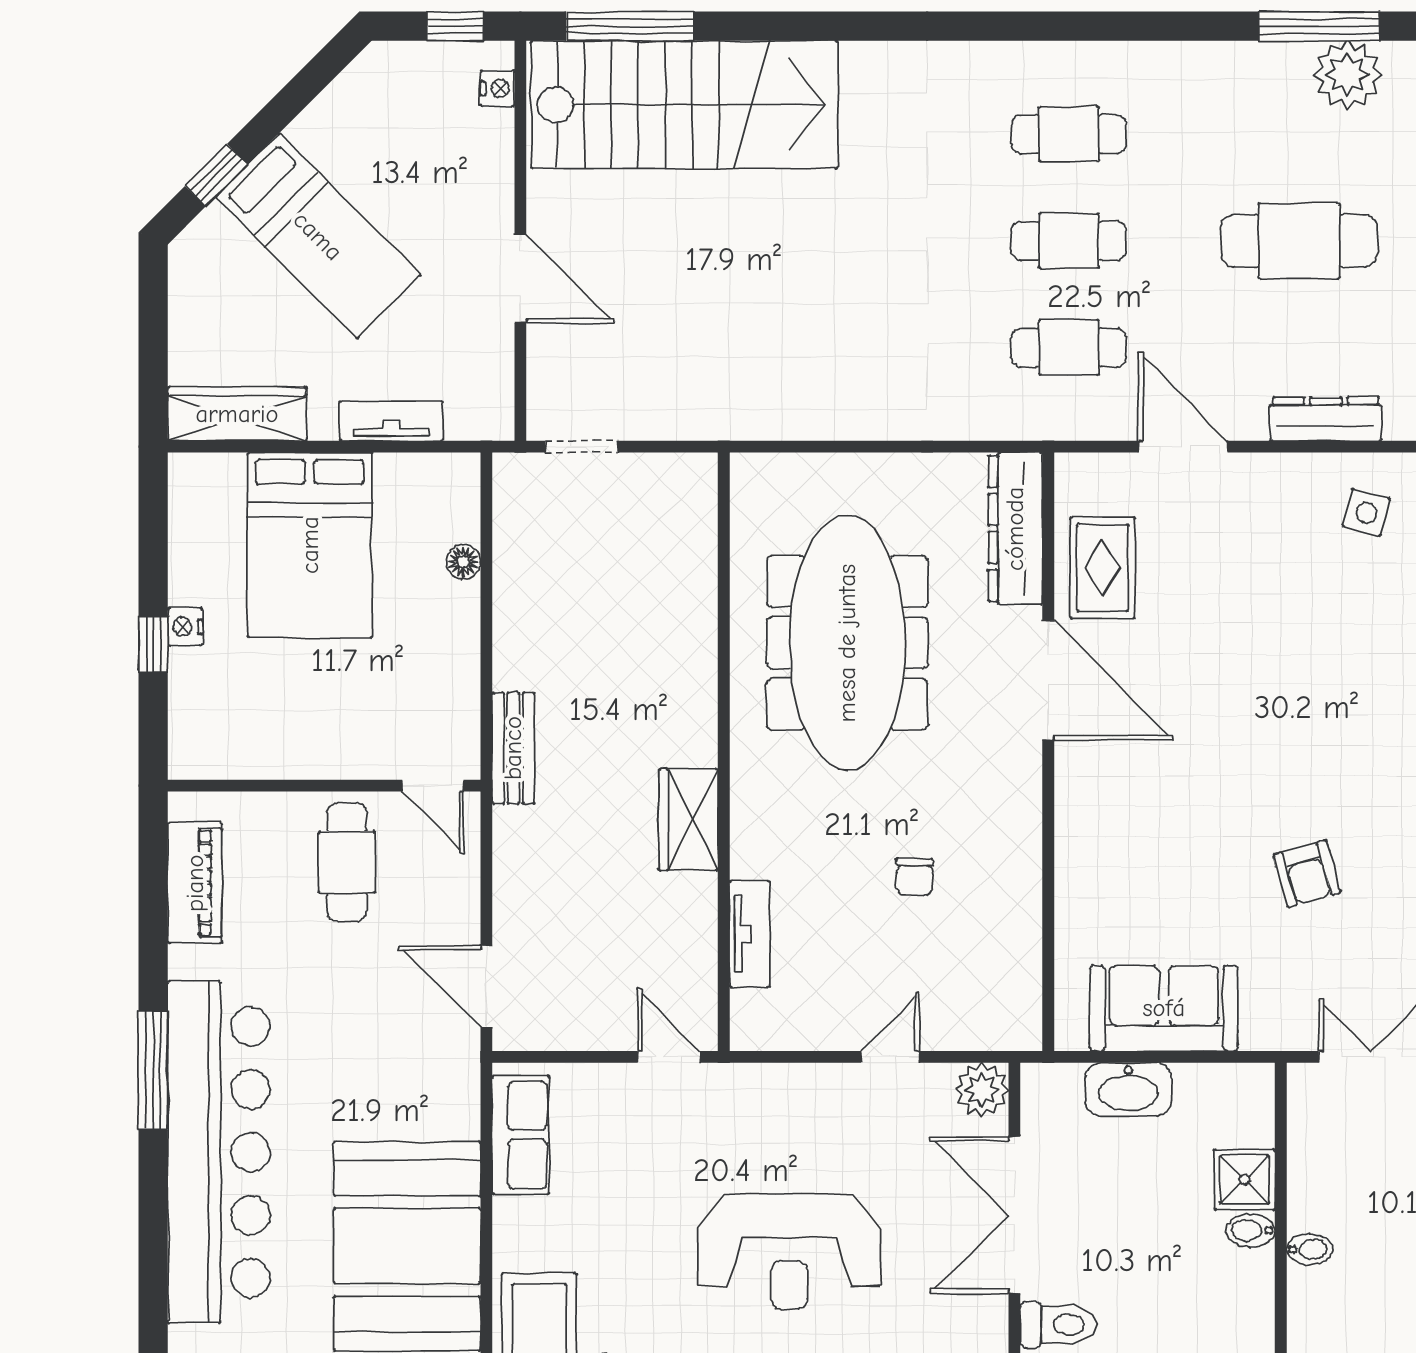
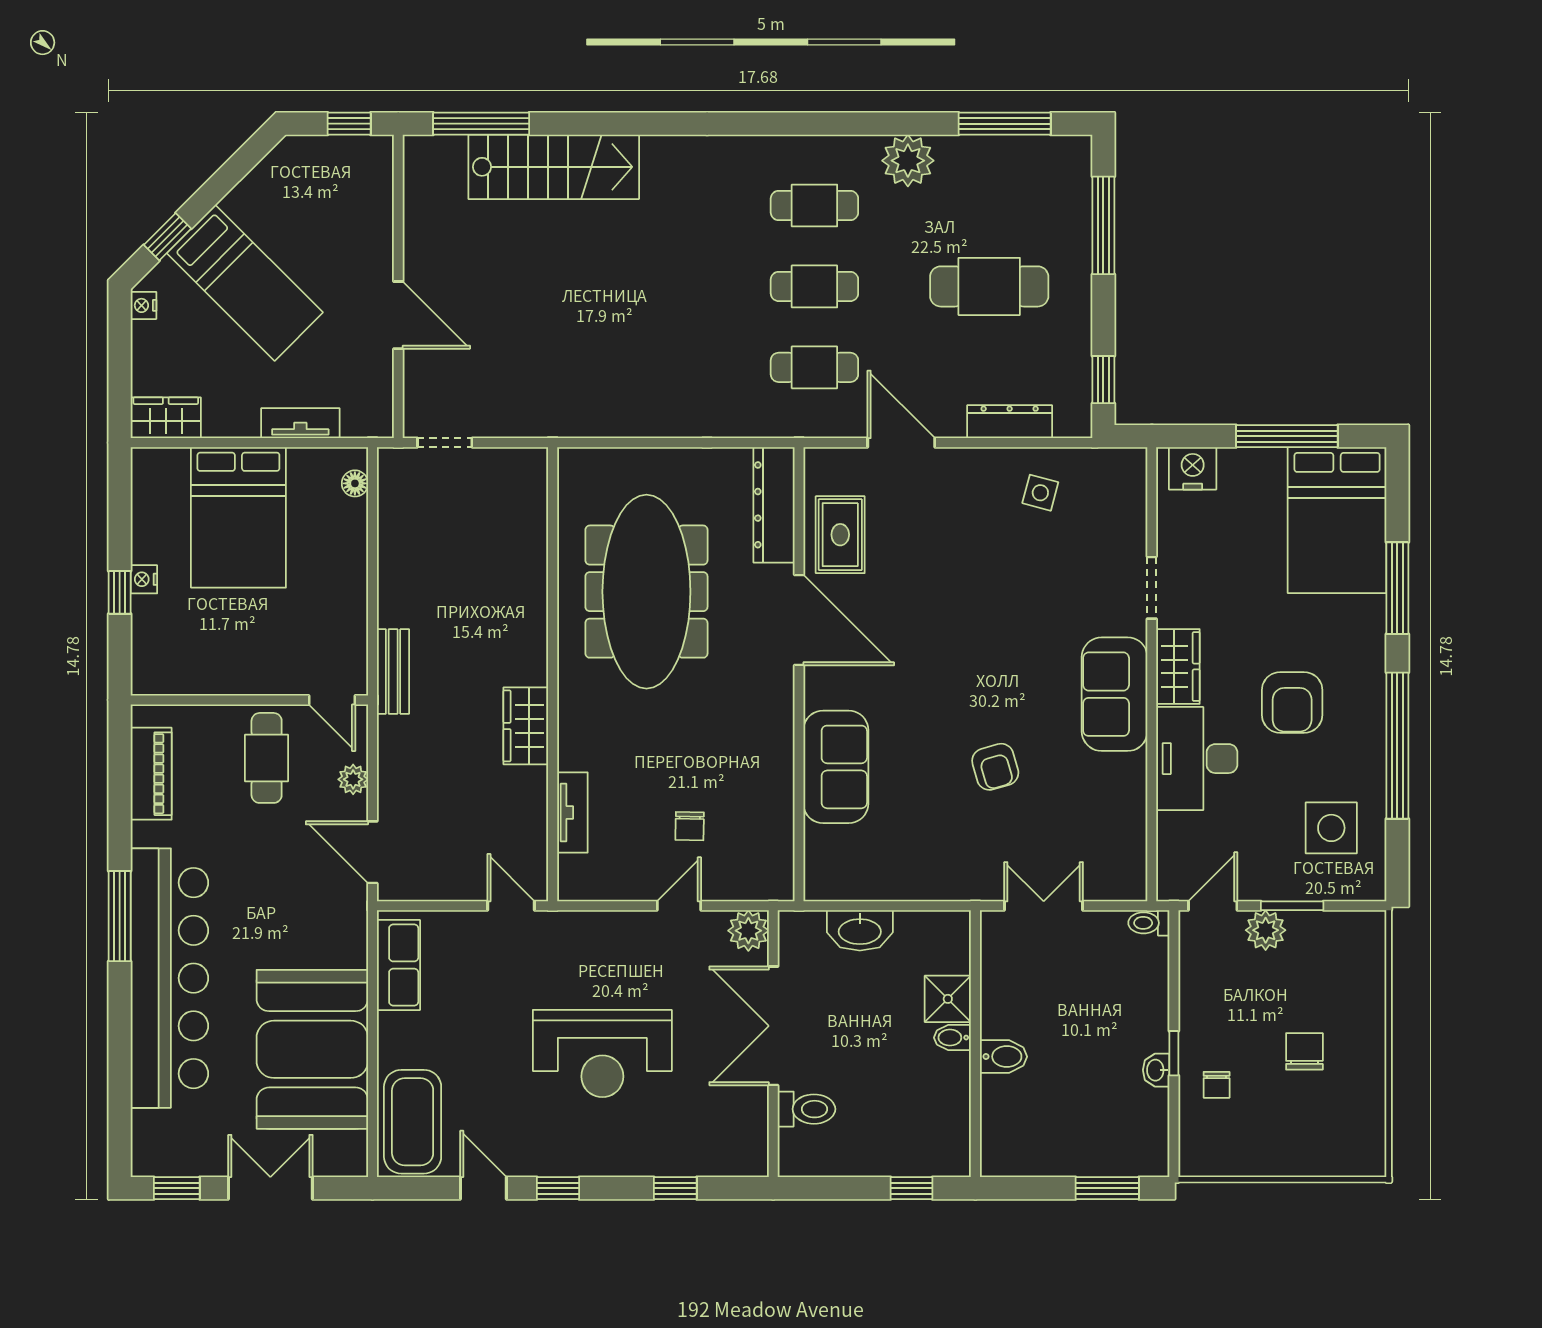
plant: (1348, 75) -> (908, 161), moved
nightstand: (498, 88) -> (143, 305), moved, turned 180
stairs: (684, 105) -> (554, 167), width x0.73, depth x0.66
wardrobe: (237, 414) -> (166, 418), width x0.67
floor lamp: (463, 562) -> (355, 483), moved
chair: (914, 877) -> (690, 826), moved
plant: (461, 890) -> (353, 779), added
sofa: (1164, 1008) -> (836, 767), moved, turned 90
bidet: (1310, 1249) -> (1003, 1057), width x1.38, depth x1.36

